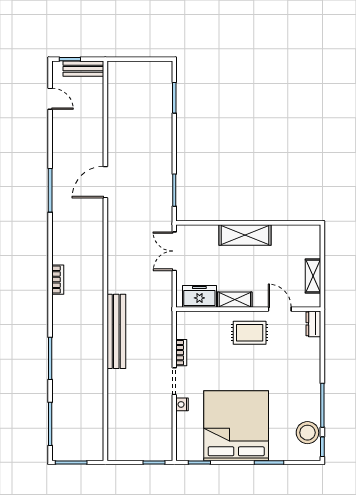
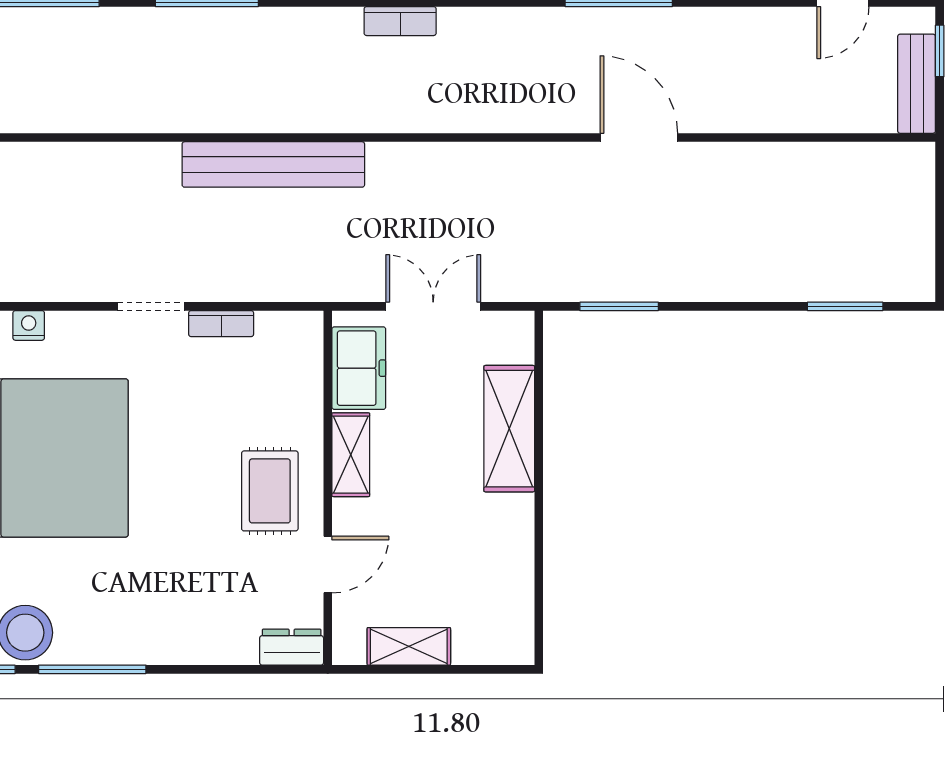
shelving: (245, 235) -> (509, 429), moved
double door: (174, 251) -> (433, 306), moved
nightstand: (182, 404) -> (29, 325), moved

